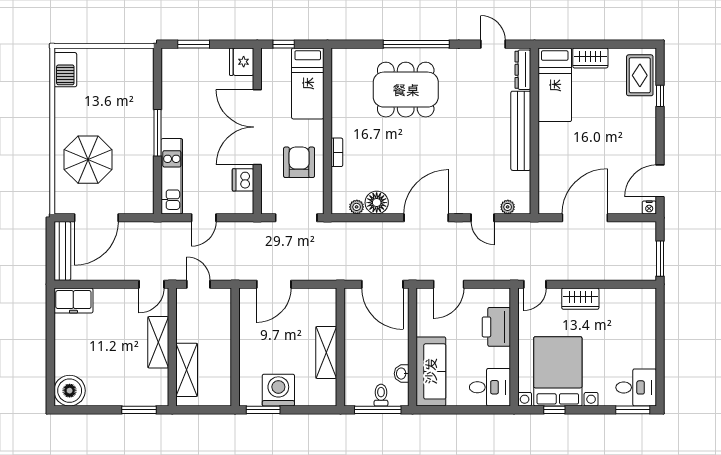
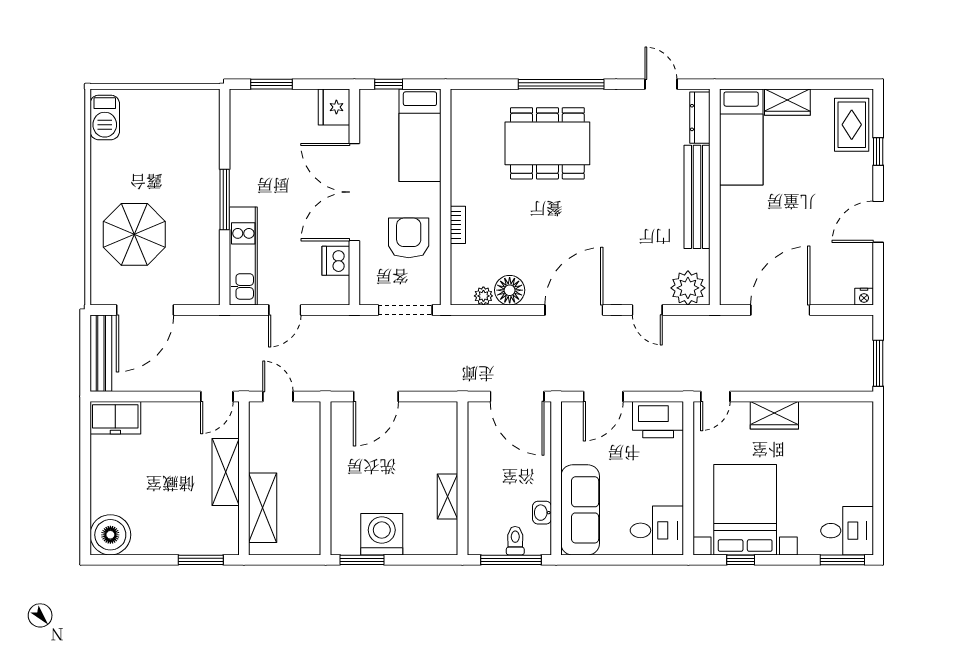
door: (660, 181) -> (878, 222), moved
plant: (508, 207) -> (688, 288), width x1.87, depth x1.87
printer: (496, 327) -> (658, 420), moved, turned -90
shelving: (326, 352) -> (447, 496), width x0.67, depth x0.75

